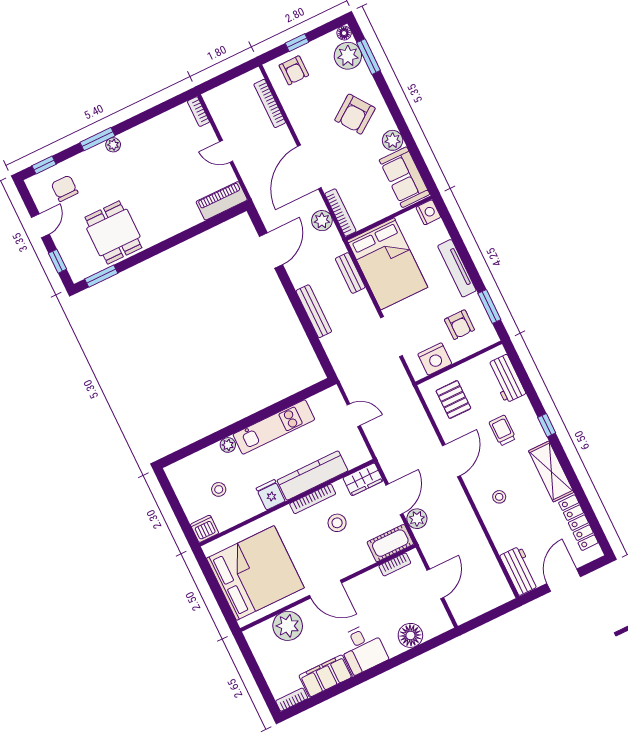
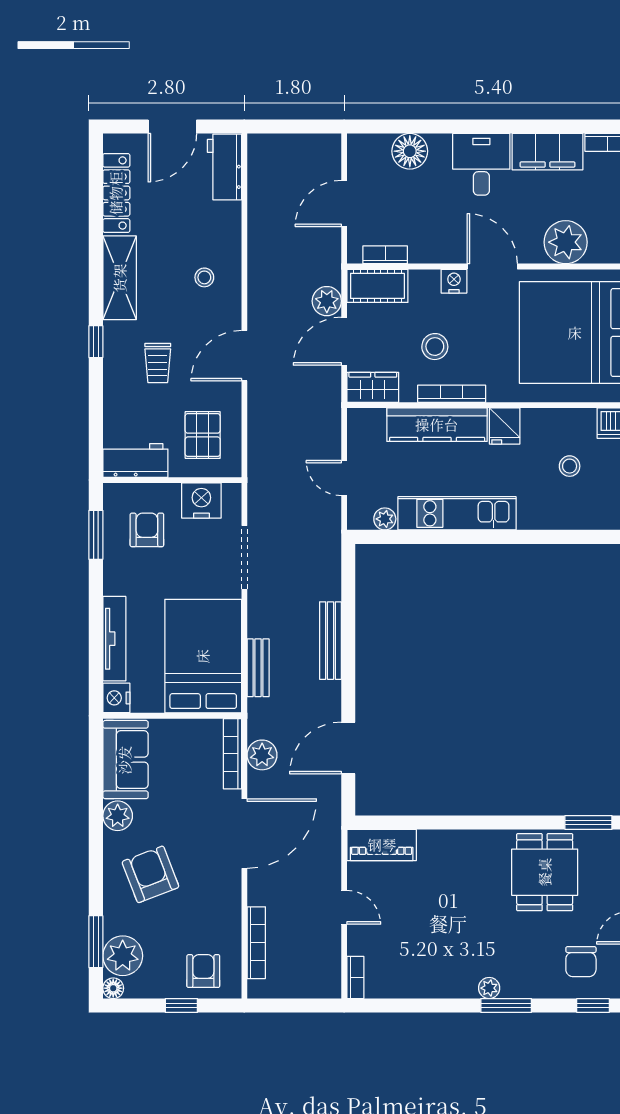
armchair: (355, 114) -> (150, 874), turned -75
tv unit: (457, 268) -> (114, 639), moved
workbench: (506, 379) -> (135, 460), moved, turned -90
plant: (228, 445) -> (385, 519), moved
nightstand: (345, 569) -> (454, 281), added

